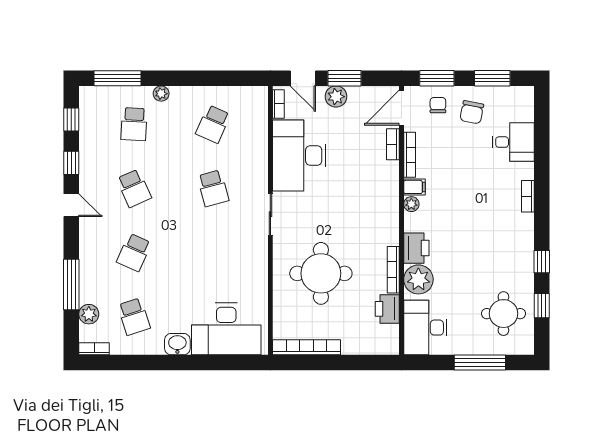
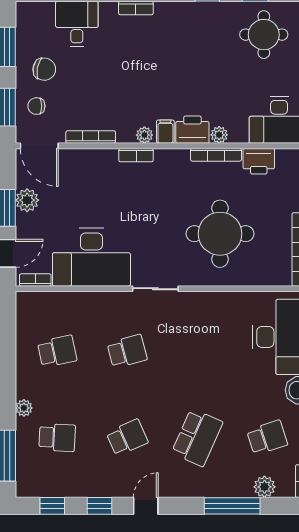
plant: (336, 97) -> (27, 200), moved
school desk: (213, 124) -> (57, 351), turned -36
bookcase: (393, 144) -> (136, 155), moved
filing cabinet: (414, 187) -> (165, 132), moved
school desk: (134, 252) -> (197, 438), width x1.85
plant: (418, 279) -> (219, 135), width x0.53, depth x0.53

